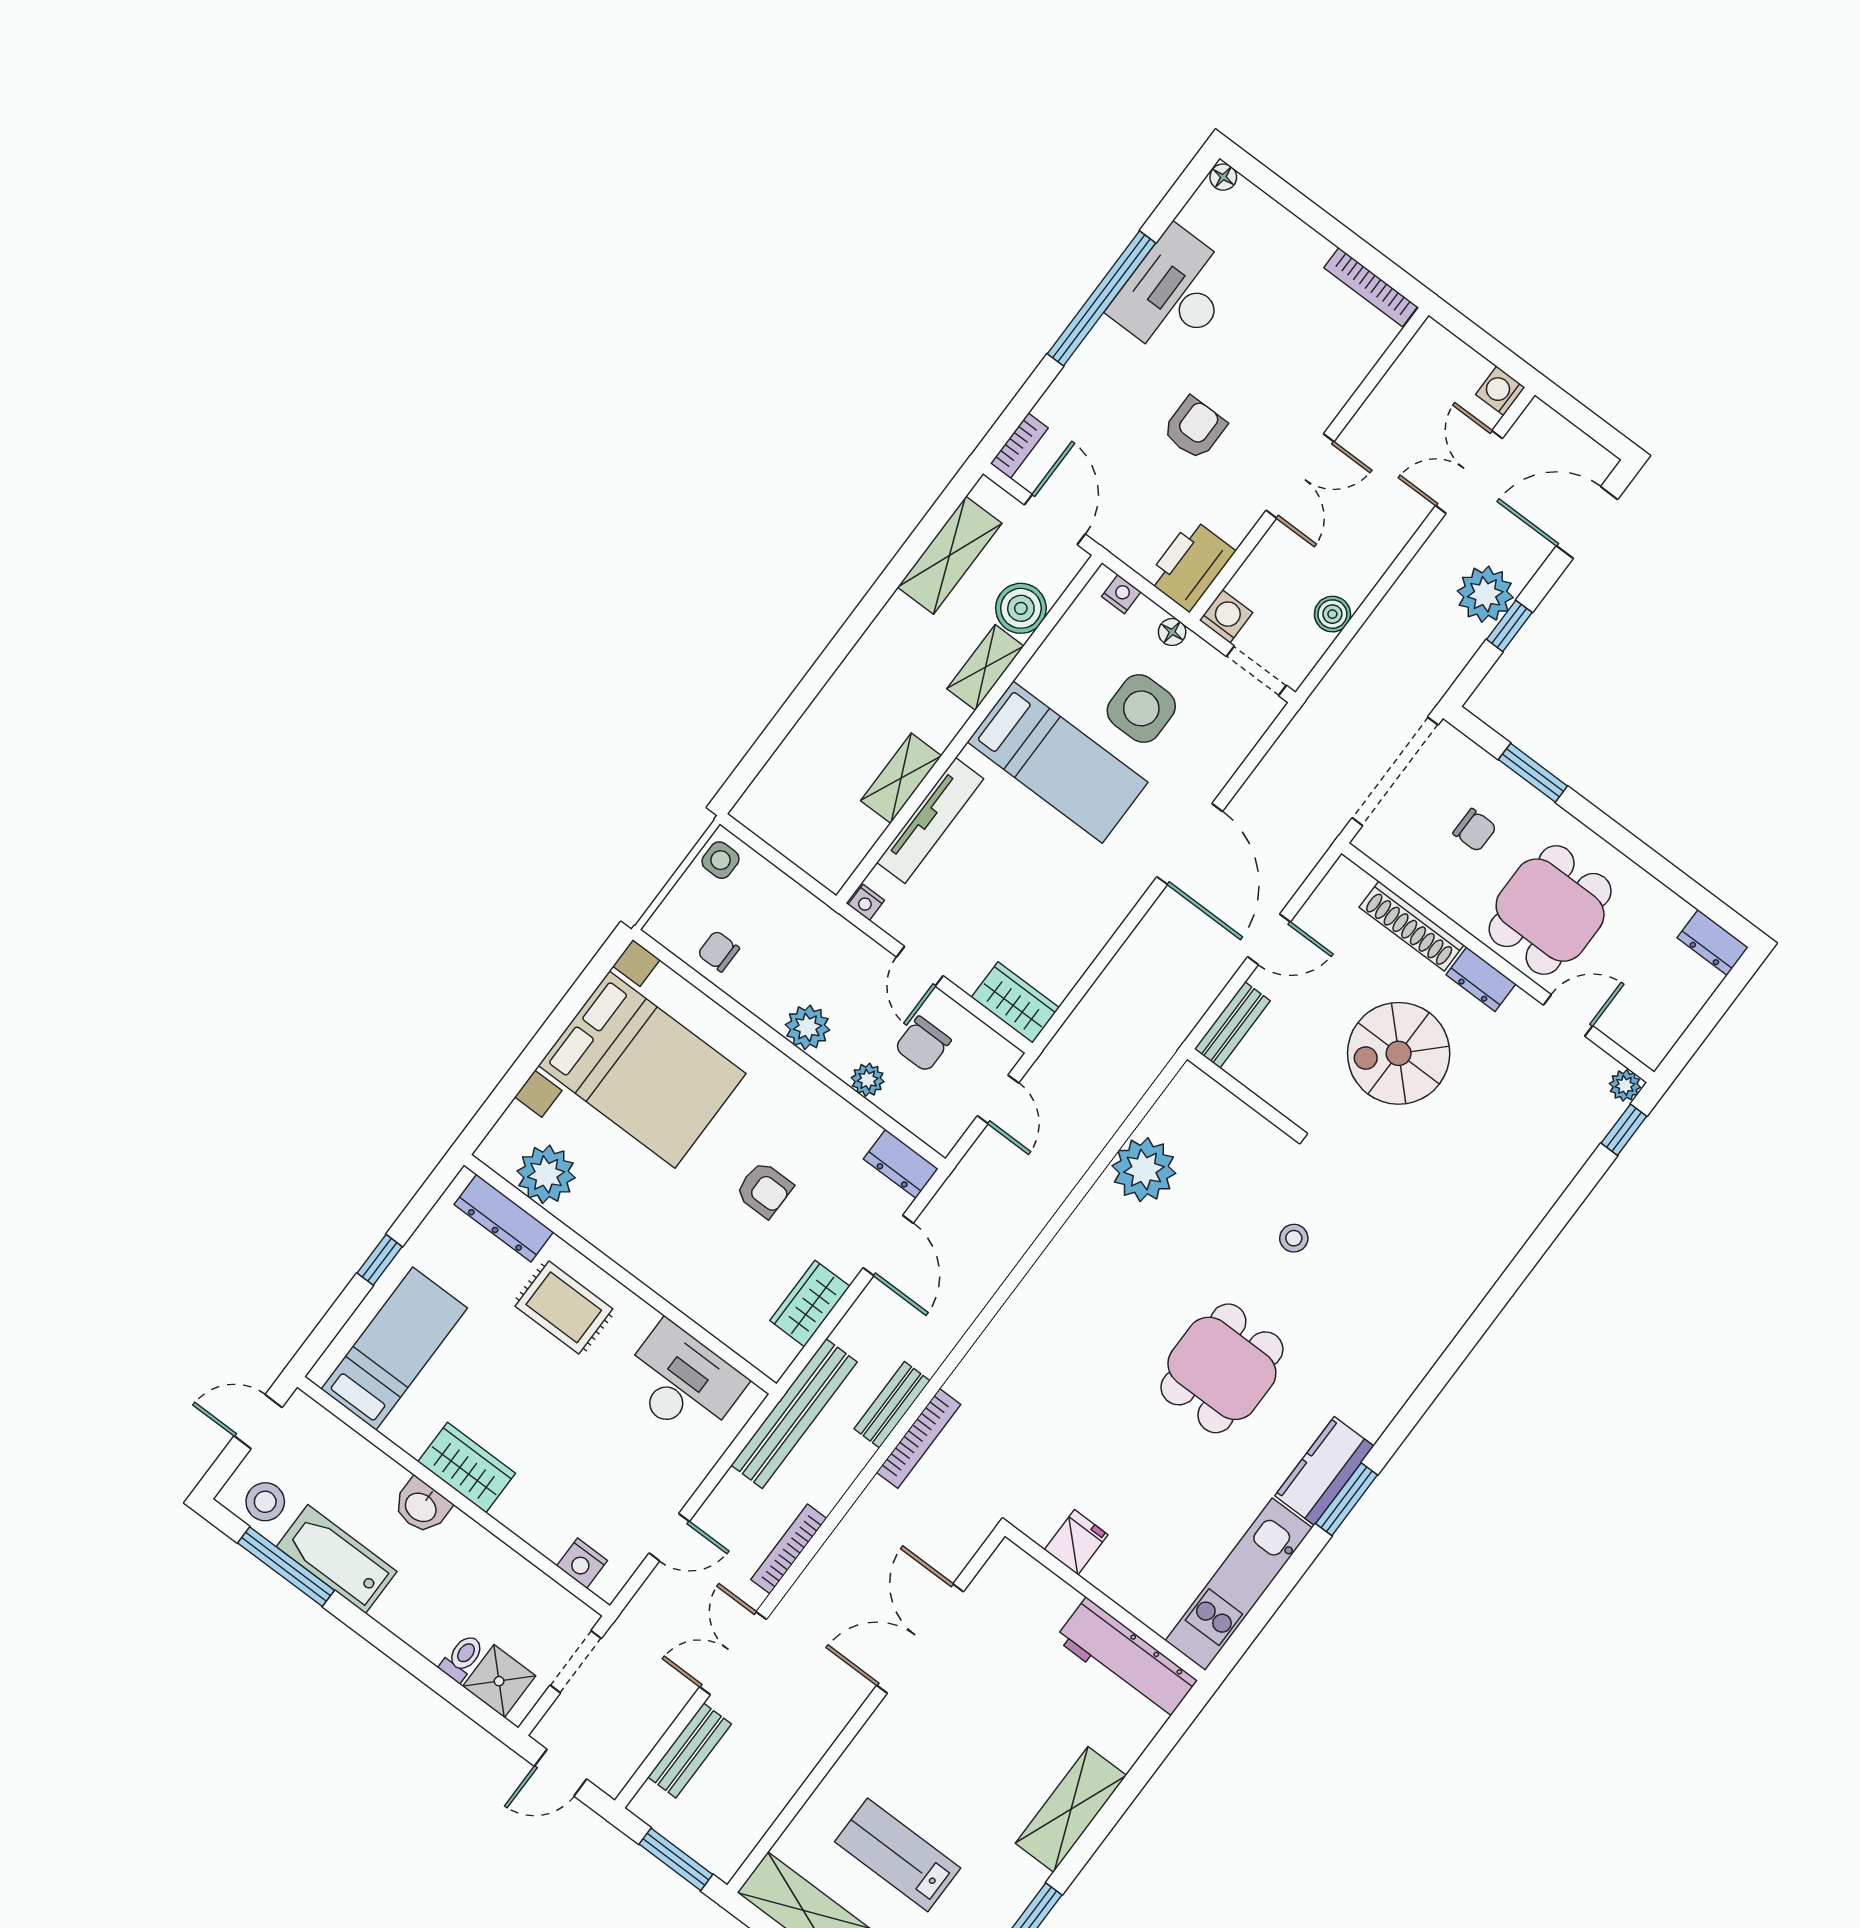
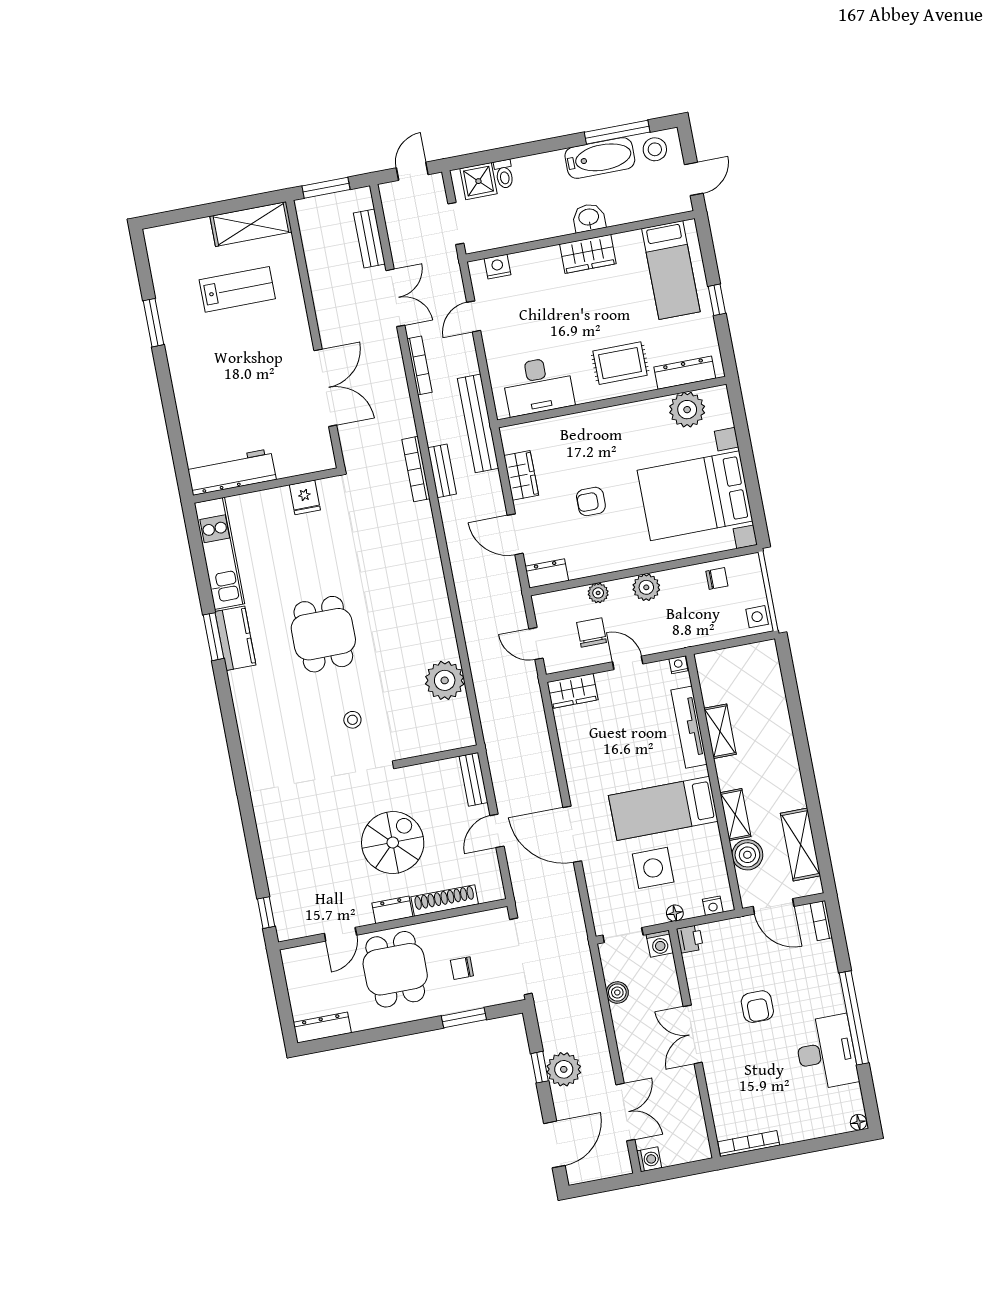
printer: (1191, 565) -> (690, 939), width x0.53, depth x0.68
dresser: (1713, 942) -> (322, 1028), width x1.44
plant: (1625, 1085) -> (286, 931), removed
shelving: (1071, 1809) -> (187, 386), removed

